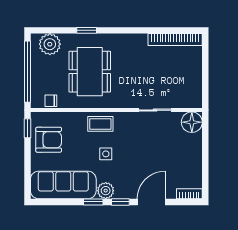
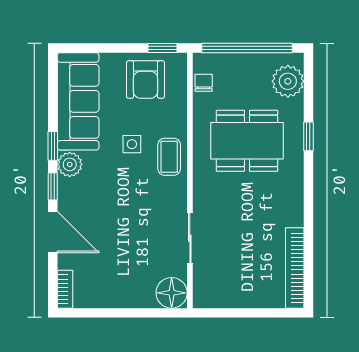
side table: (106, 154) -> (132, 144), moved

